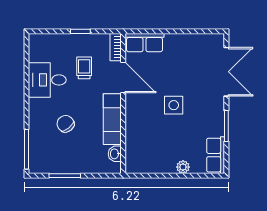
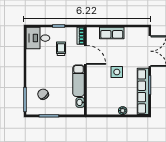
row of seats: (144, 43) -> (112, 33), moved
desk: (47, 80) -> (38, 38), moved
chair: (66, 124) -> (43, 94), moved
row of seats: (216, 155) -> (143, 91), width x2.02

